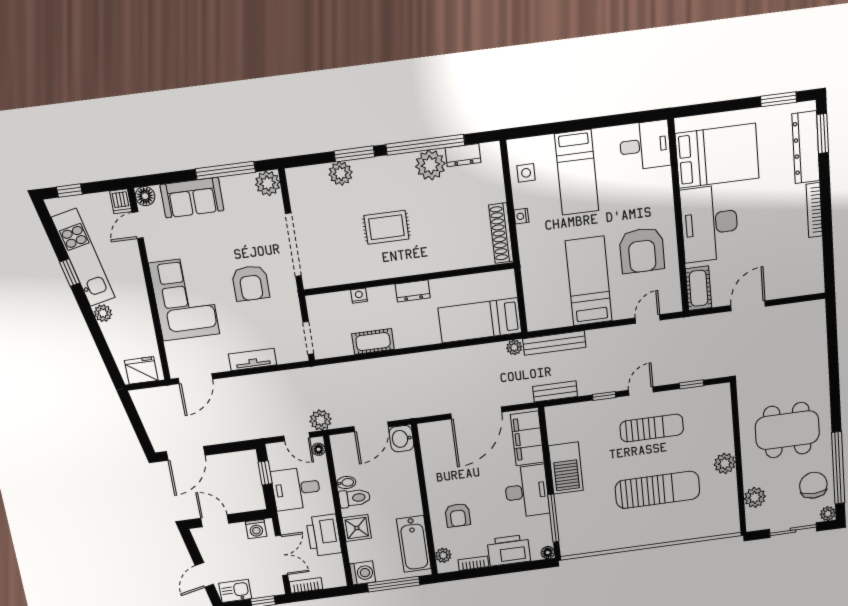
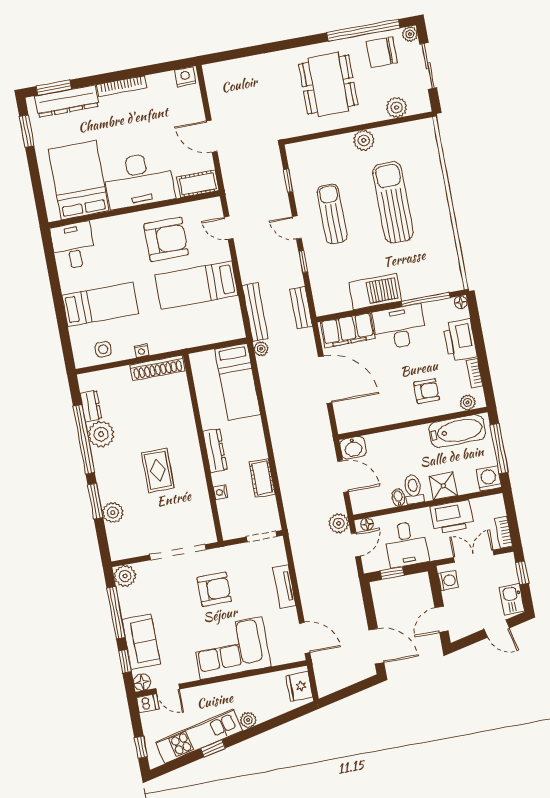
window: (169, 178) -> (125, 661), added
nightstand: (815, 281) -> (185, 77), added
dresser: (413, 291) -> (215, 451), width x1.44

